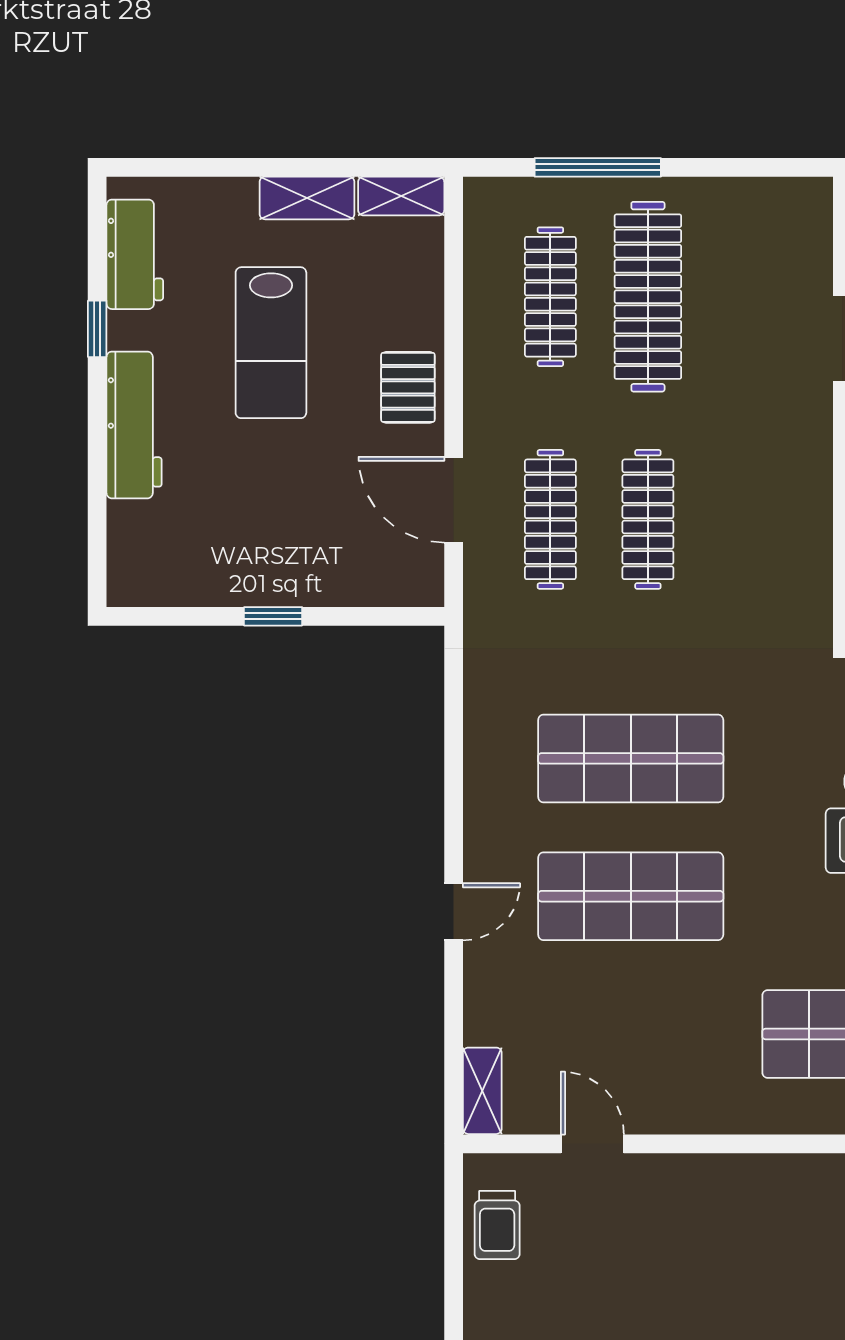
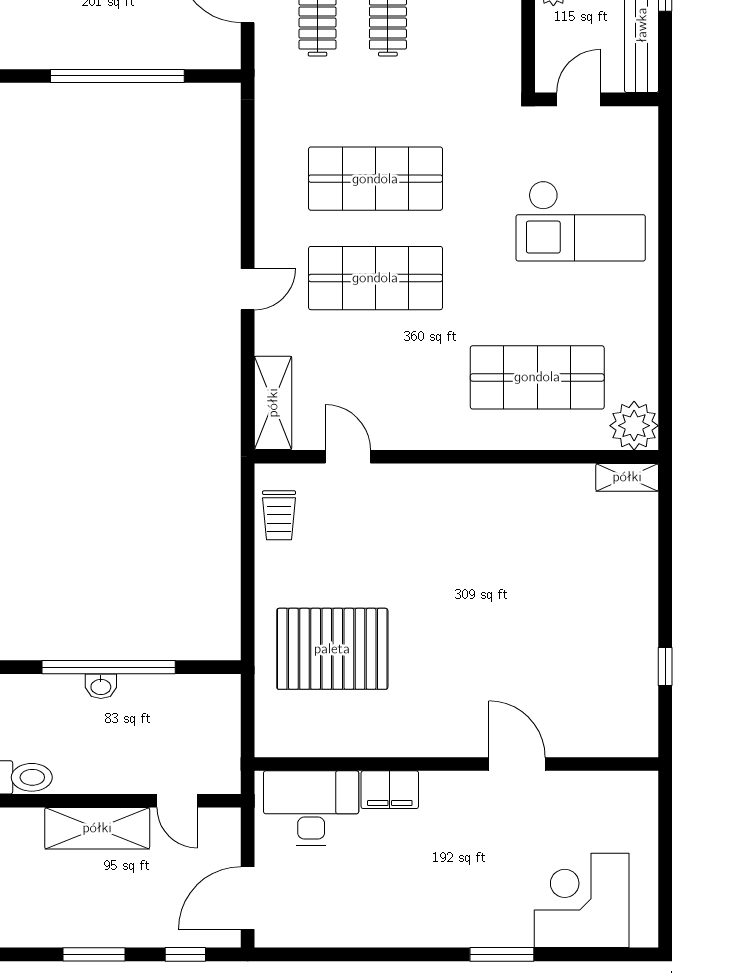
window: (273, 616) -> (117, 76), width x3.17
shelving: (482, 1091) -> (273, 403), width x1.50, depth x1.33

